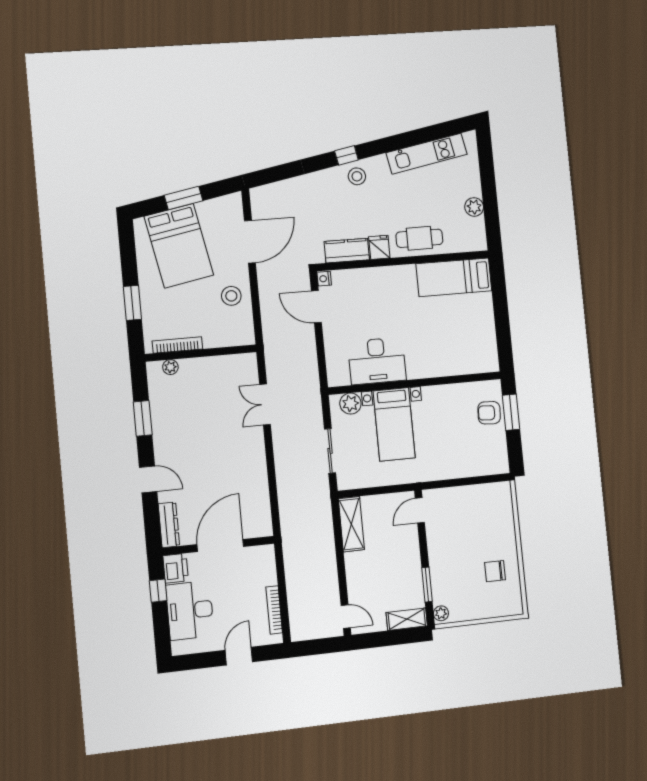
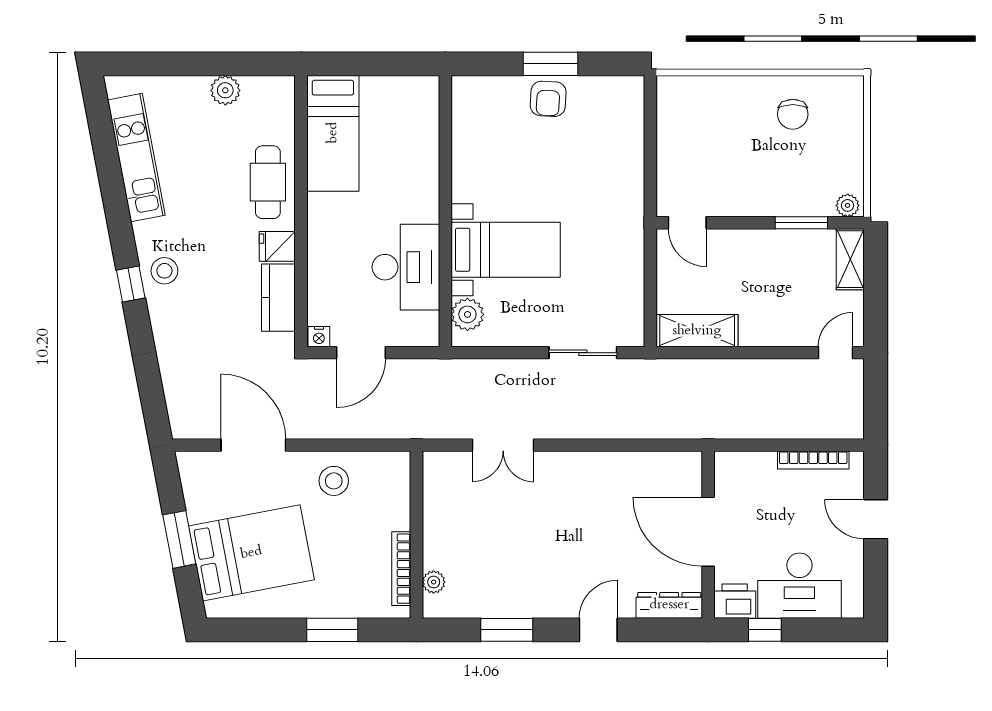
desk: (377, 361) -> (406, 267), moved
wall: (415, 383) -> (445, 211), moved
plant: (350, 404) -> (467, 314), moved
bed with nightstands: (394, 424) -> (506, 250), moved

